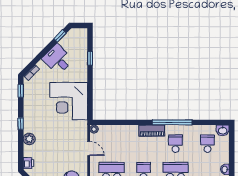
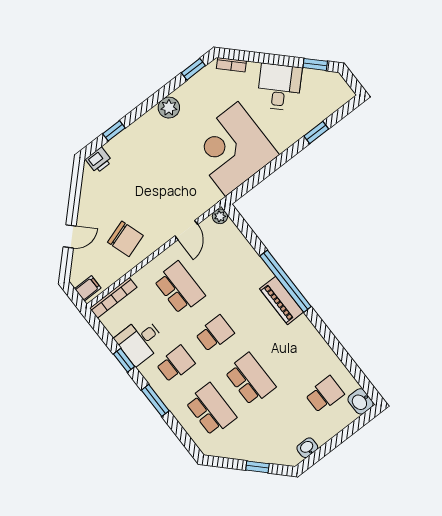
window: (172, 122) -> (286, 281), moved
window: (21, 124) -> (114, 131), moved
plant: (29, 139) -> (169, 108), moved
school desk: (175, 144) -> (289, 349), removed

